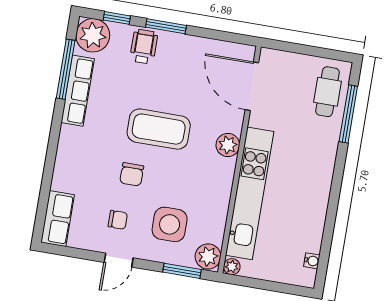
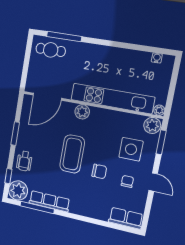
window: (166, 26) -> (15, 134), moved
wheelchair: (144, 47) -> (24, 161), turned -90

